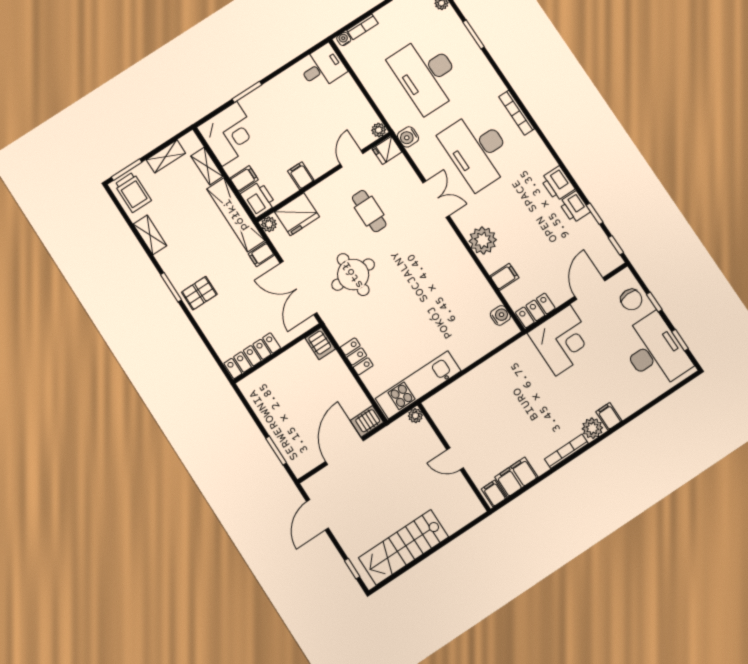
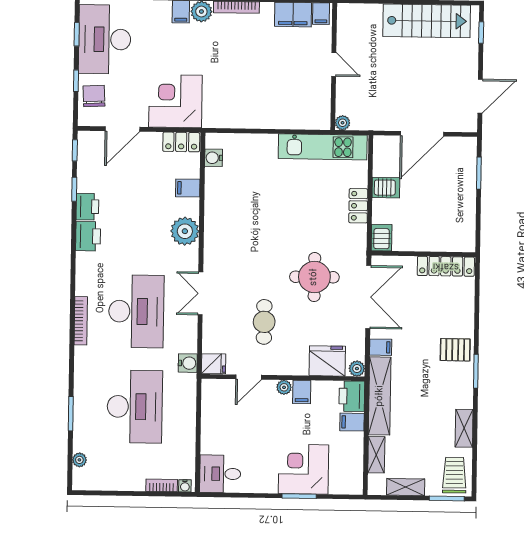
plant: (379, 130) -> (284, 387), moved
corner desk: (229, 134) -> (303, 469), moved
server rack: (367, 421) -> (386, 188), moved

